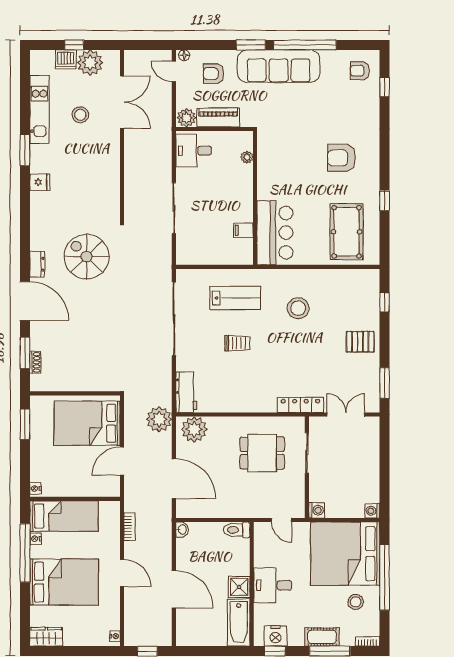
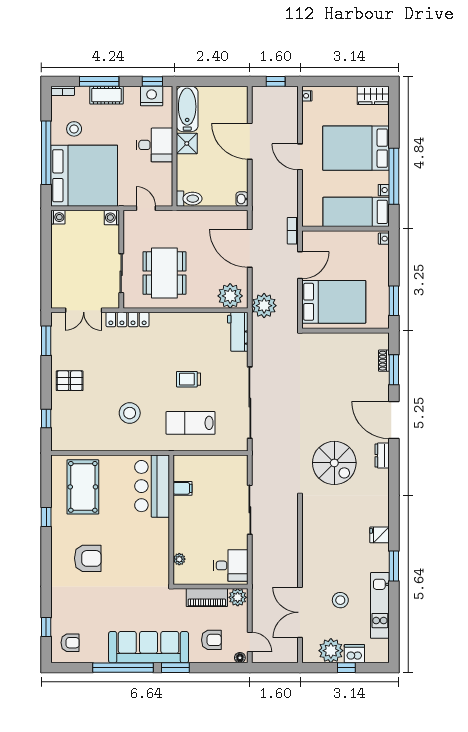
dining table: (262, 453) -> (164, 273), width x1.38
bookcase: (129, 527) -> (293, 231), moved

